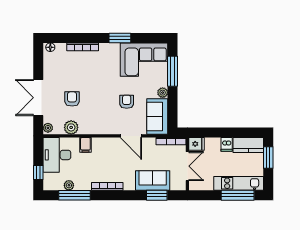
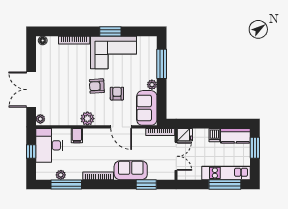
corner sofa: (144, 60) -> (114, 53), moved
armchair: (72, 99) -> (97, 86), moved, turned -93
plant: (71, 127) -> (87, 119), moved
window: (38, 172) -> (31, 151), moved
sofa: (153, 181) -> (131, 170), moved

